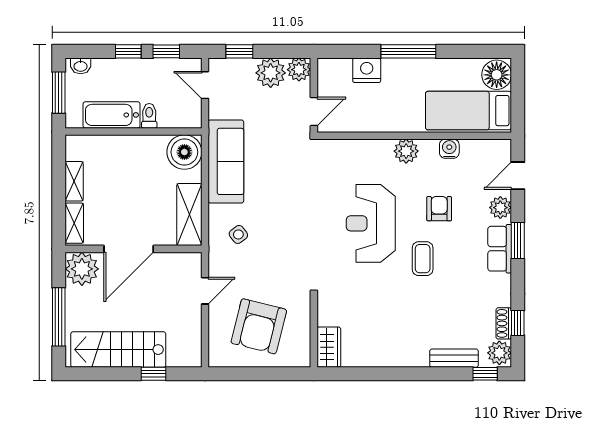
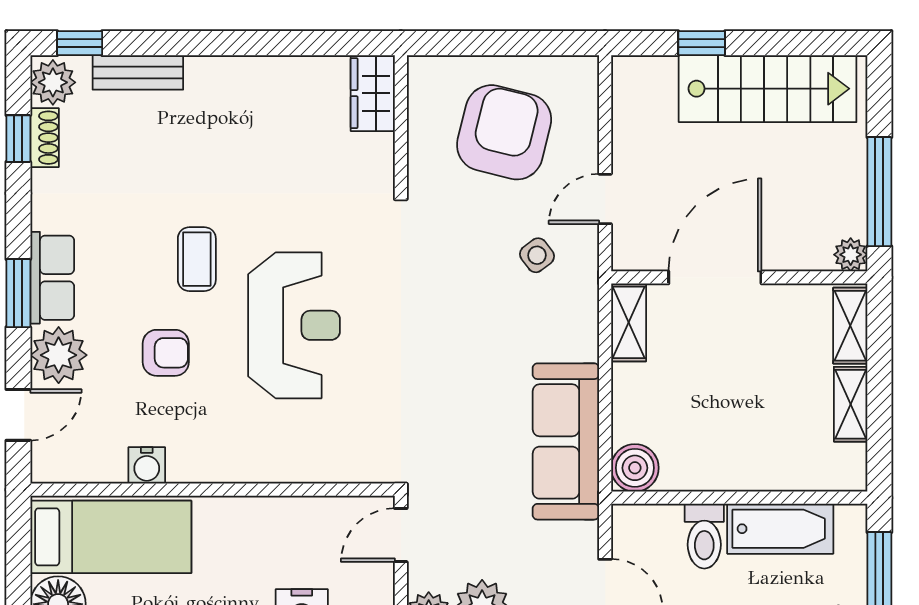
toilet: (149, 116) -> (704, 536), width x1.37, depth x1.39
plant: (406, 151) -> (228, 461), removed
boiler: (184, 152) -> (635, 468), width x0.73, depth x0.73
plant: (500, 208) -> (59, 355), width x1.36, depth x1.36
armchair: (439, 209) -> (166, 353), turned -90
shelving: (189, 215) -> (629, 322), width x0.67, depth x0.75
side table: (238, 234) -> (537, 255), moved
door: (129, 249) -> (715, 277), moved
plant: (82, 269) -> (851, 255), width x0.53, depth x0.53
window: (59, 317) -> (879, 192), moved

